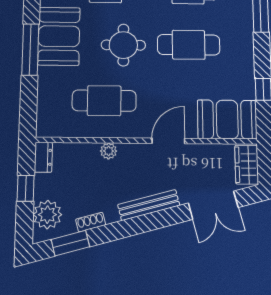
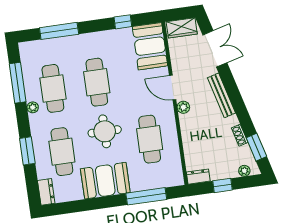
window: (30, 50) -> (146, 196), moved
plant: (109, 151) -> (183, 107), moved
plant: (47, 215) -> (244, 171), width x0.53, depth x0.53

